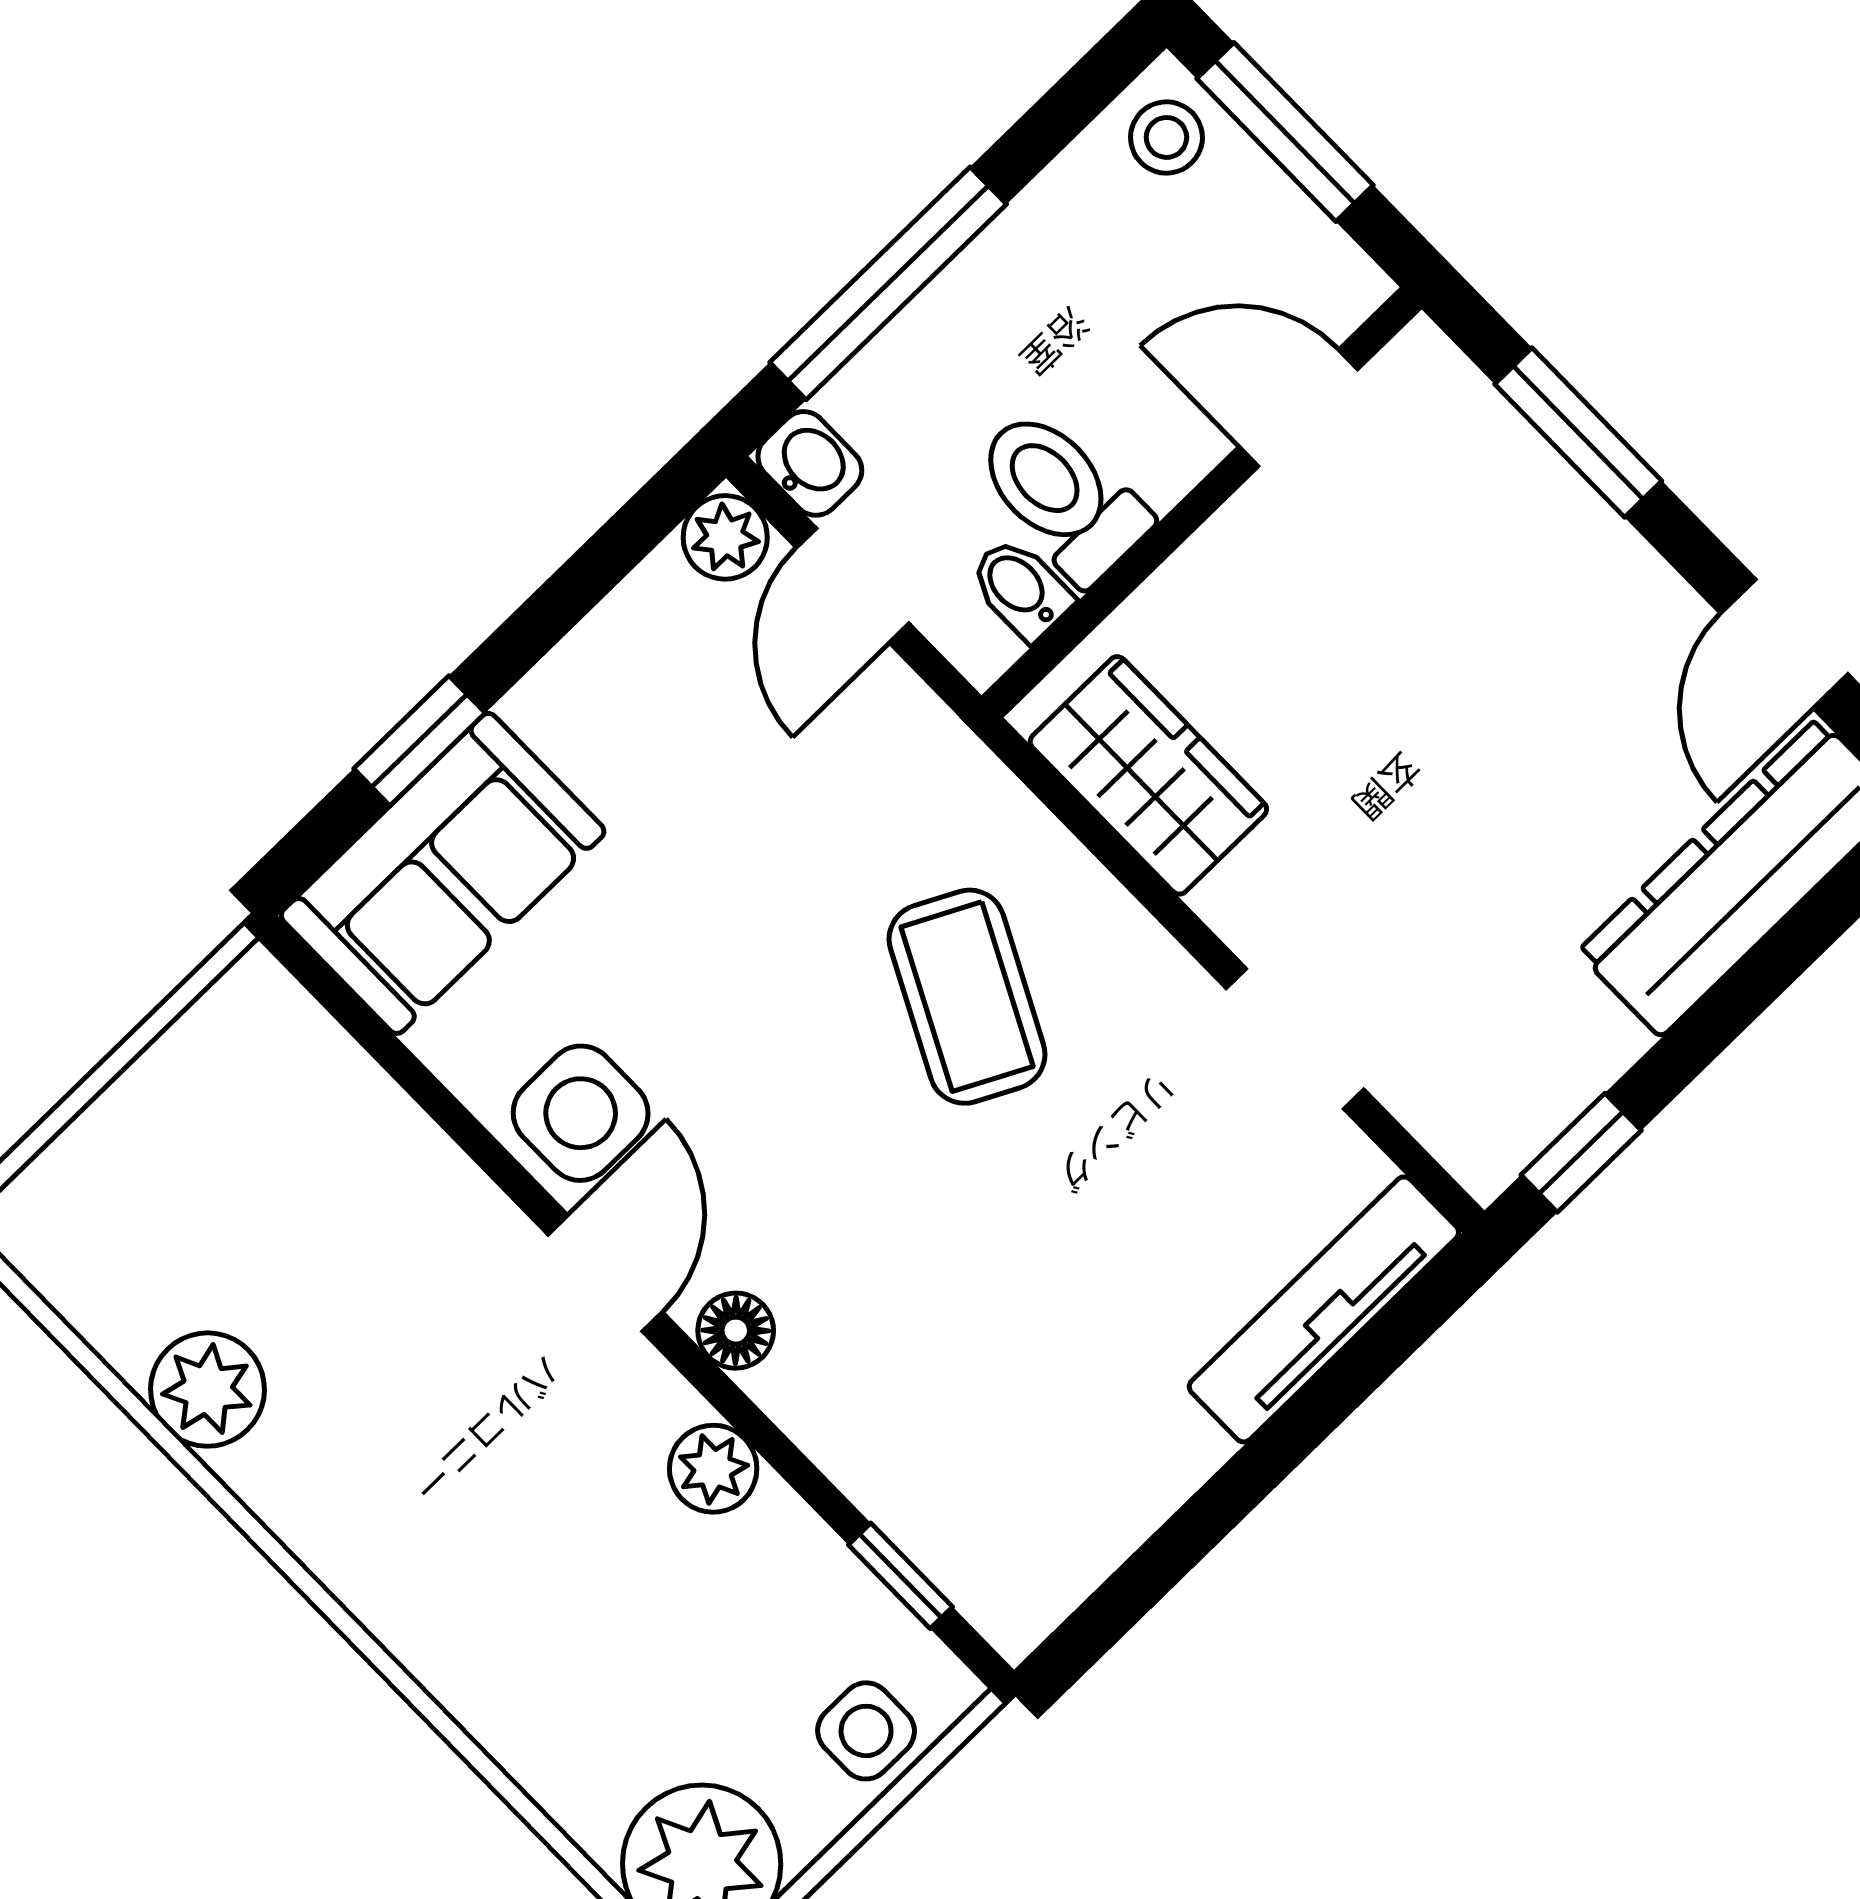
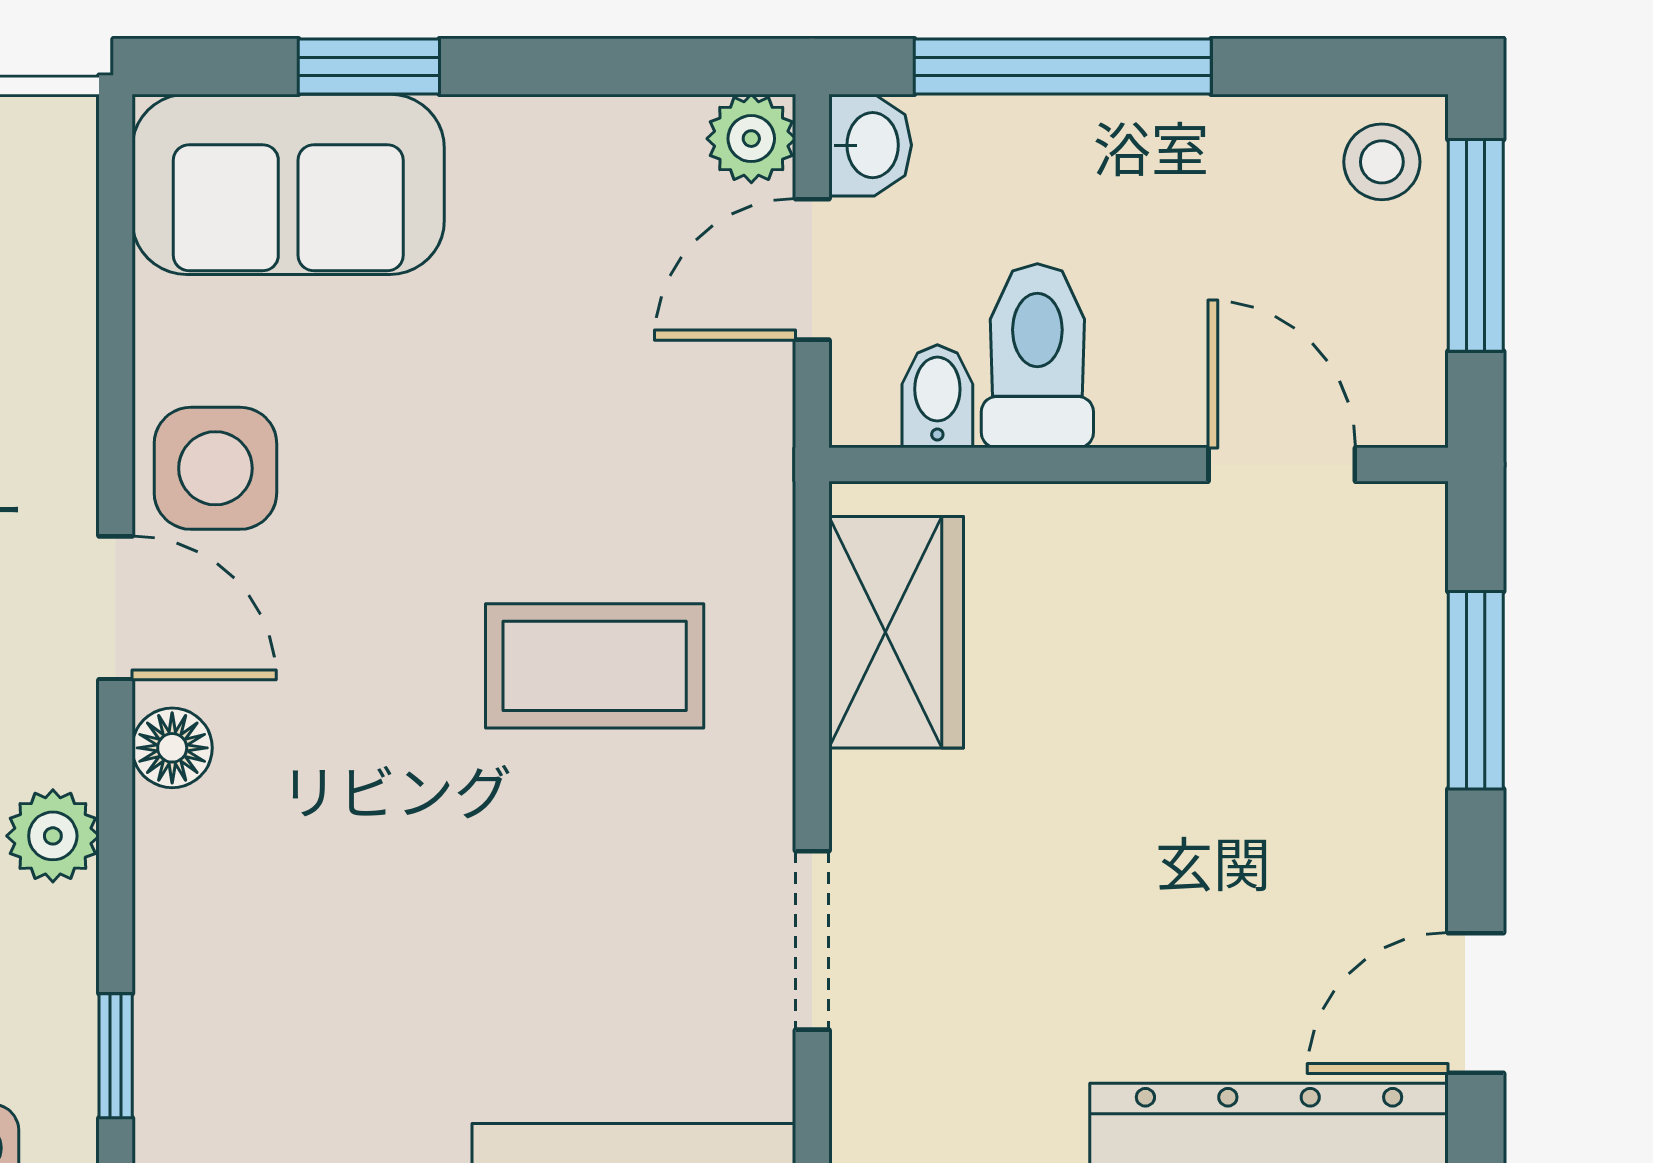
coffee table: (967, 997) -> (595, 666), turned 63
door: (605, 1273) -> (116, 608), hinge flipped

